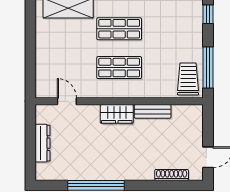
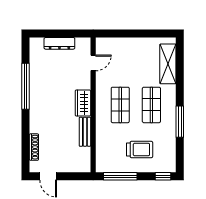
trolley: (188, 79) -> (140, 150), moved

